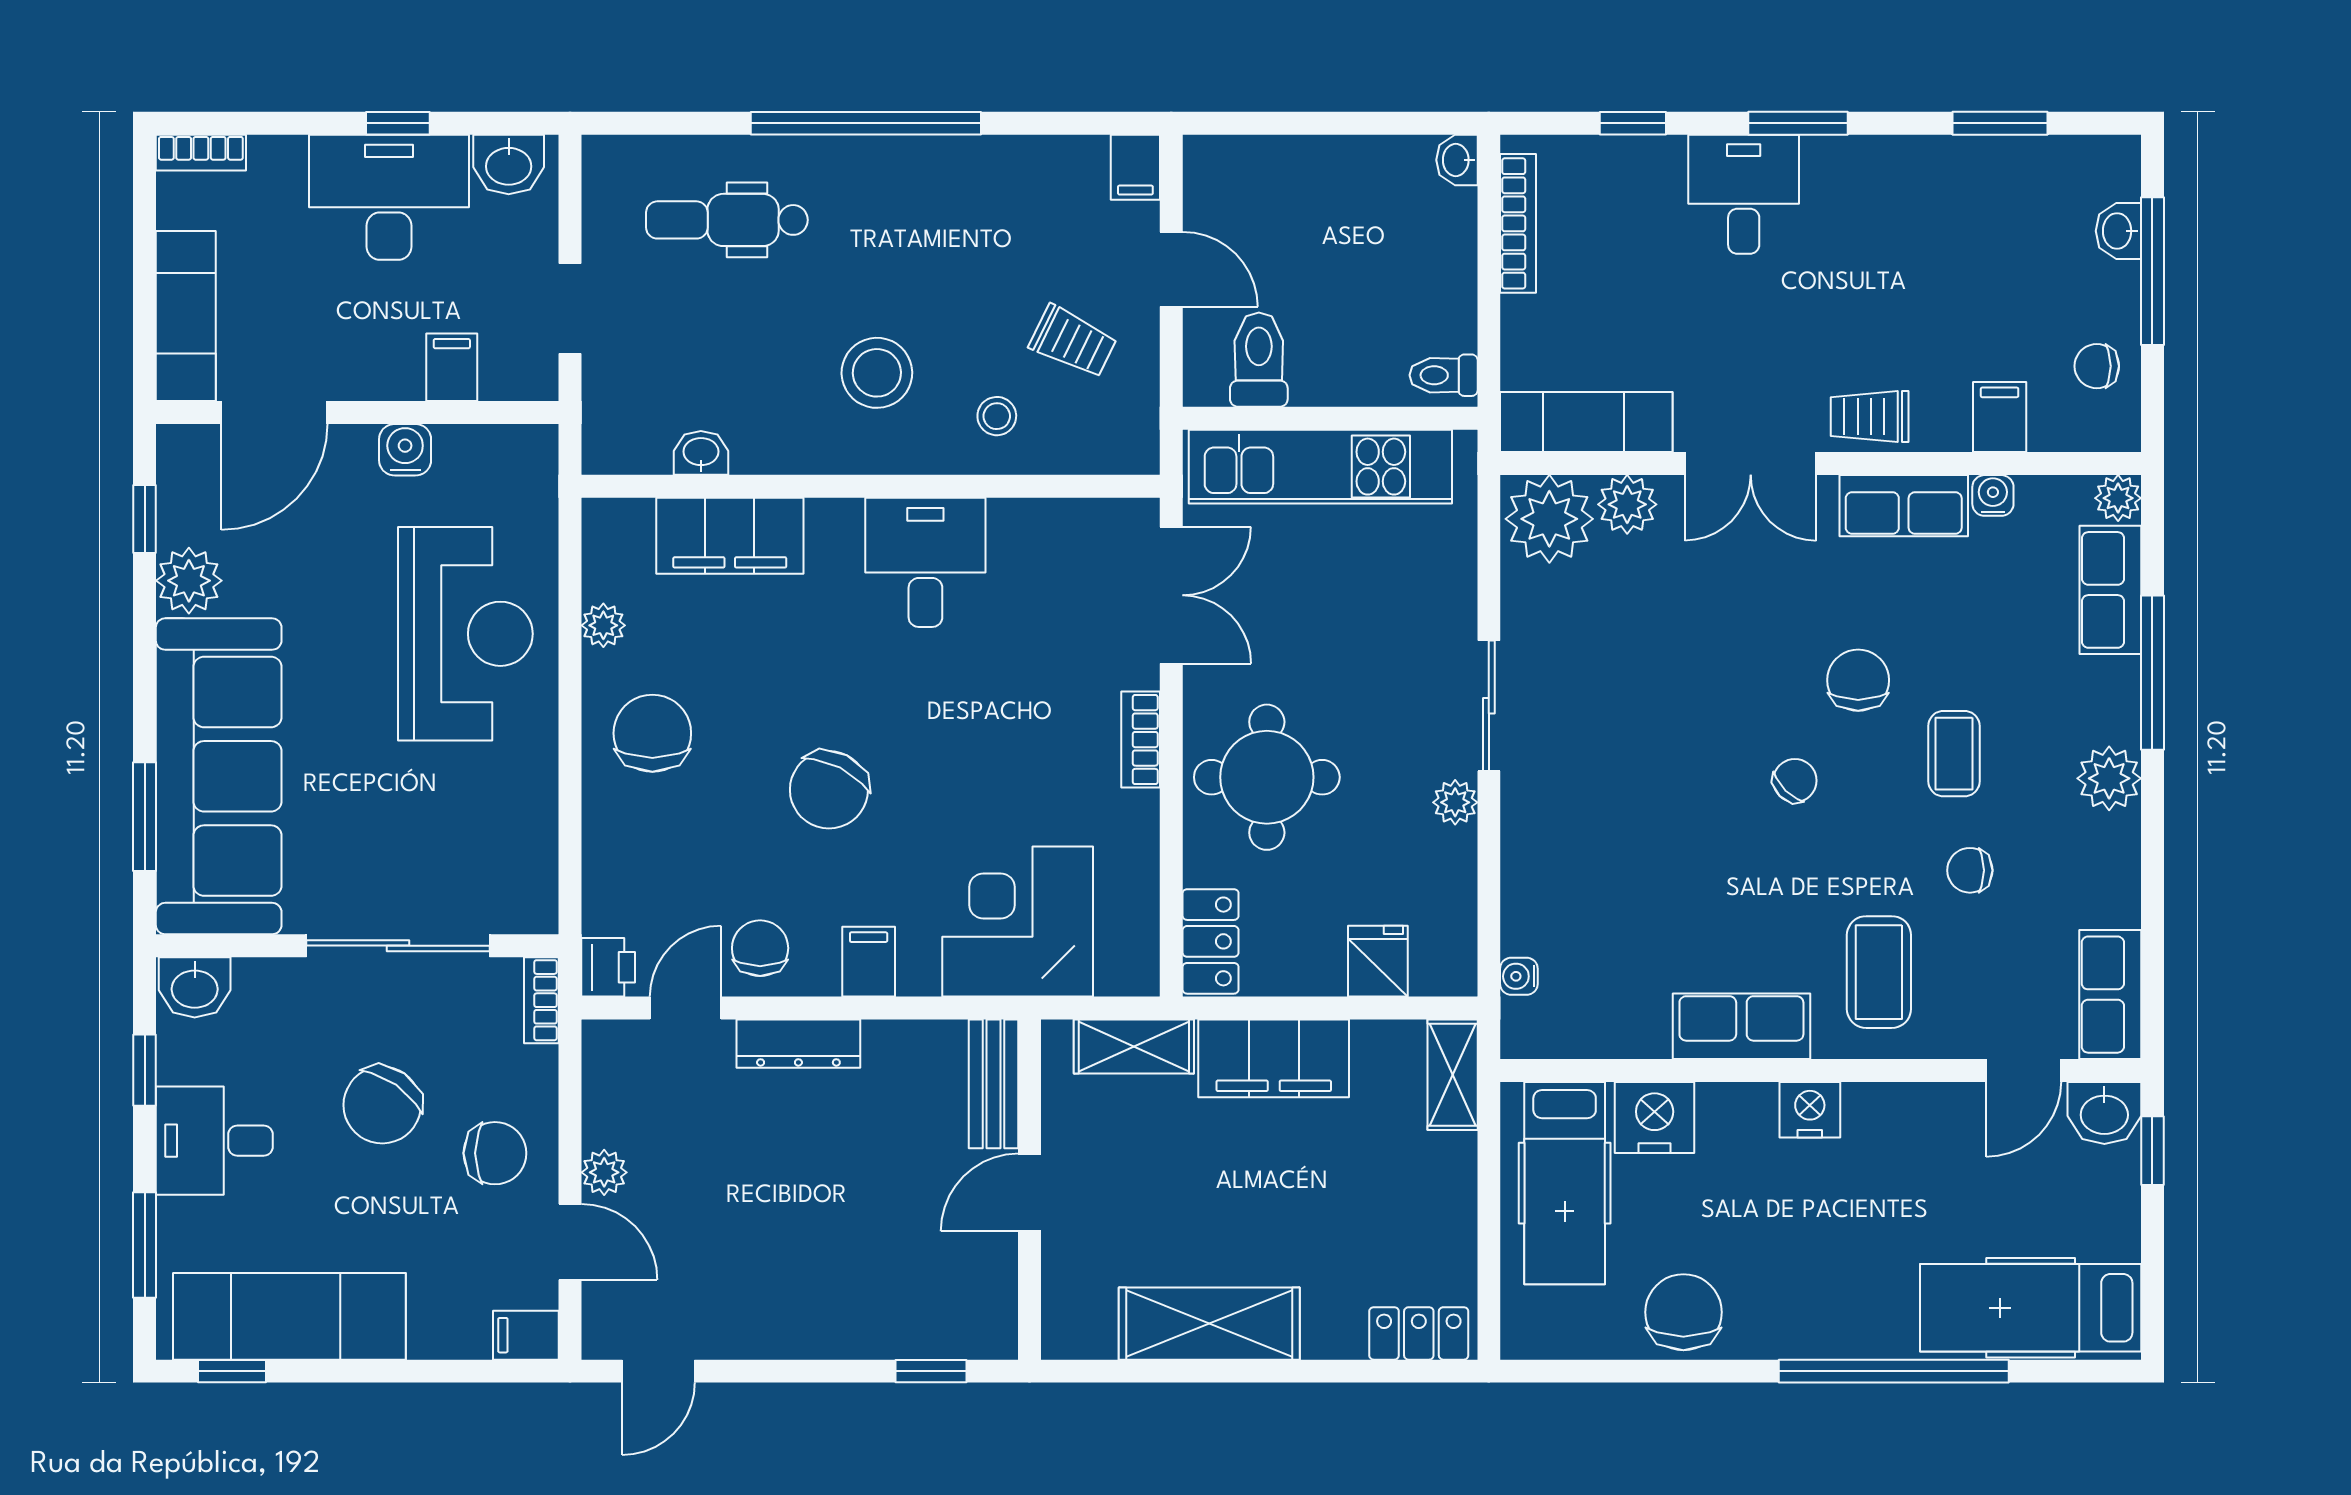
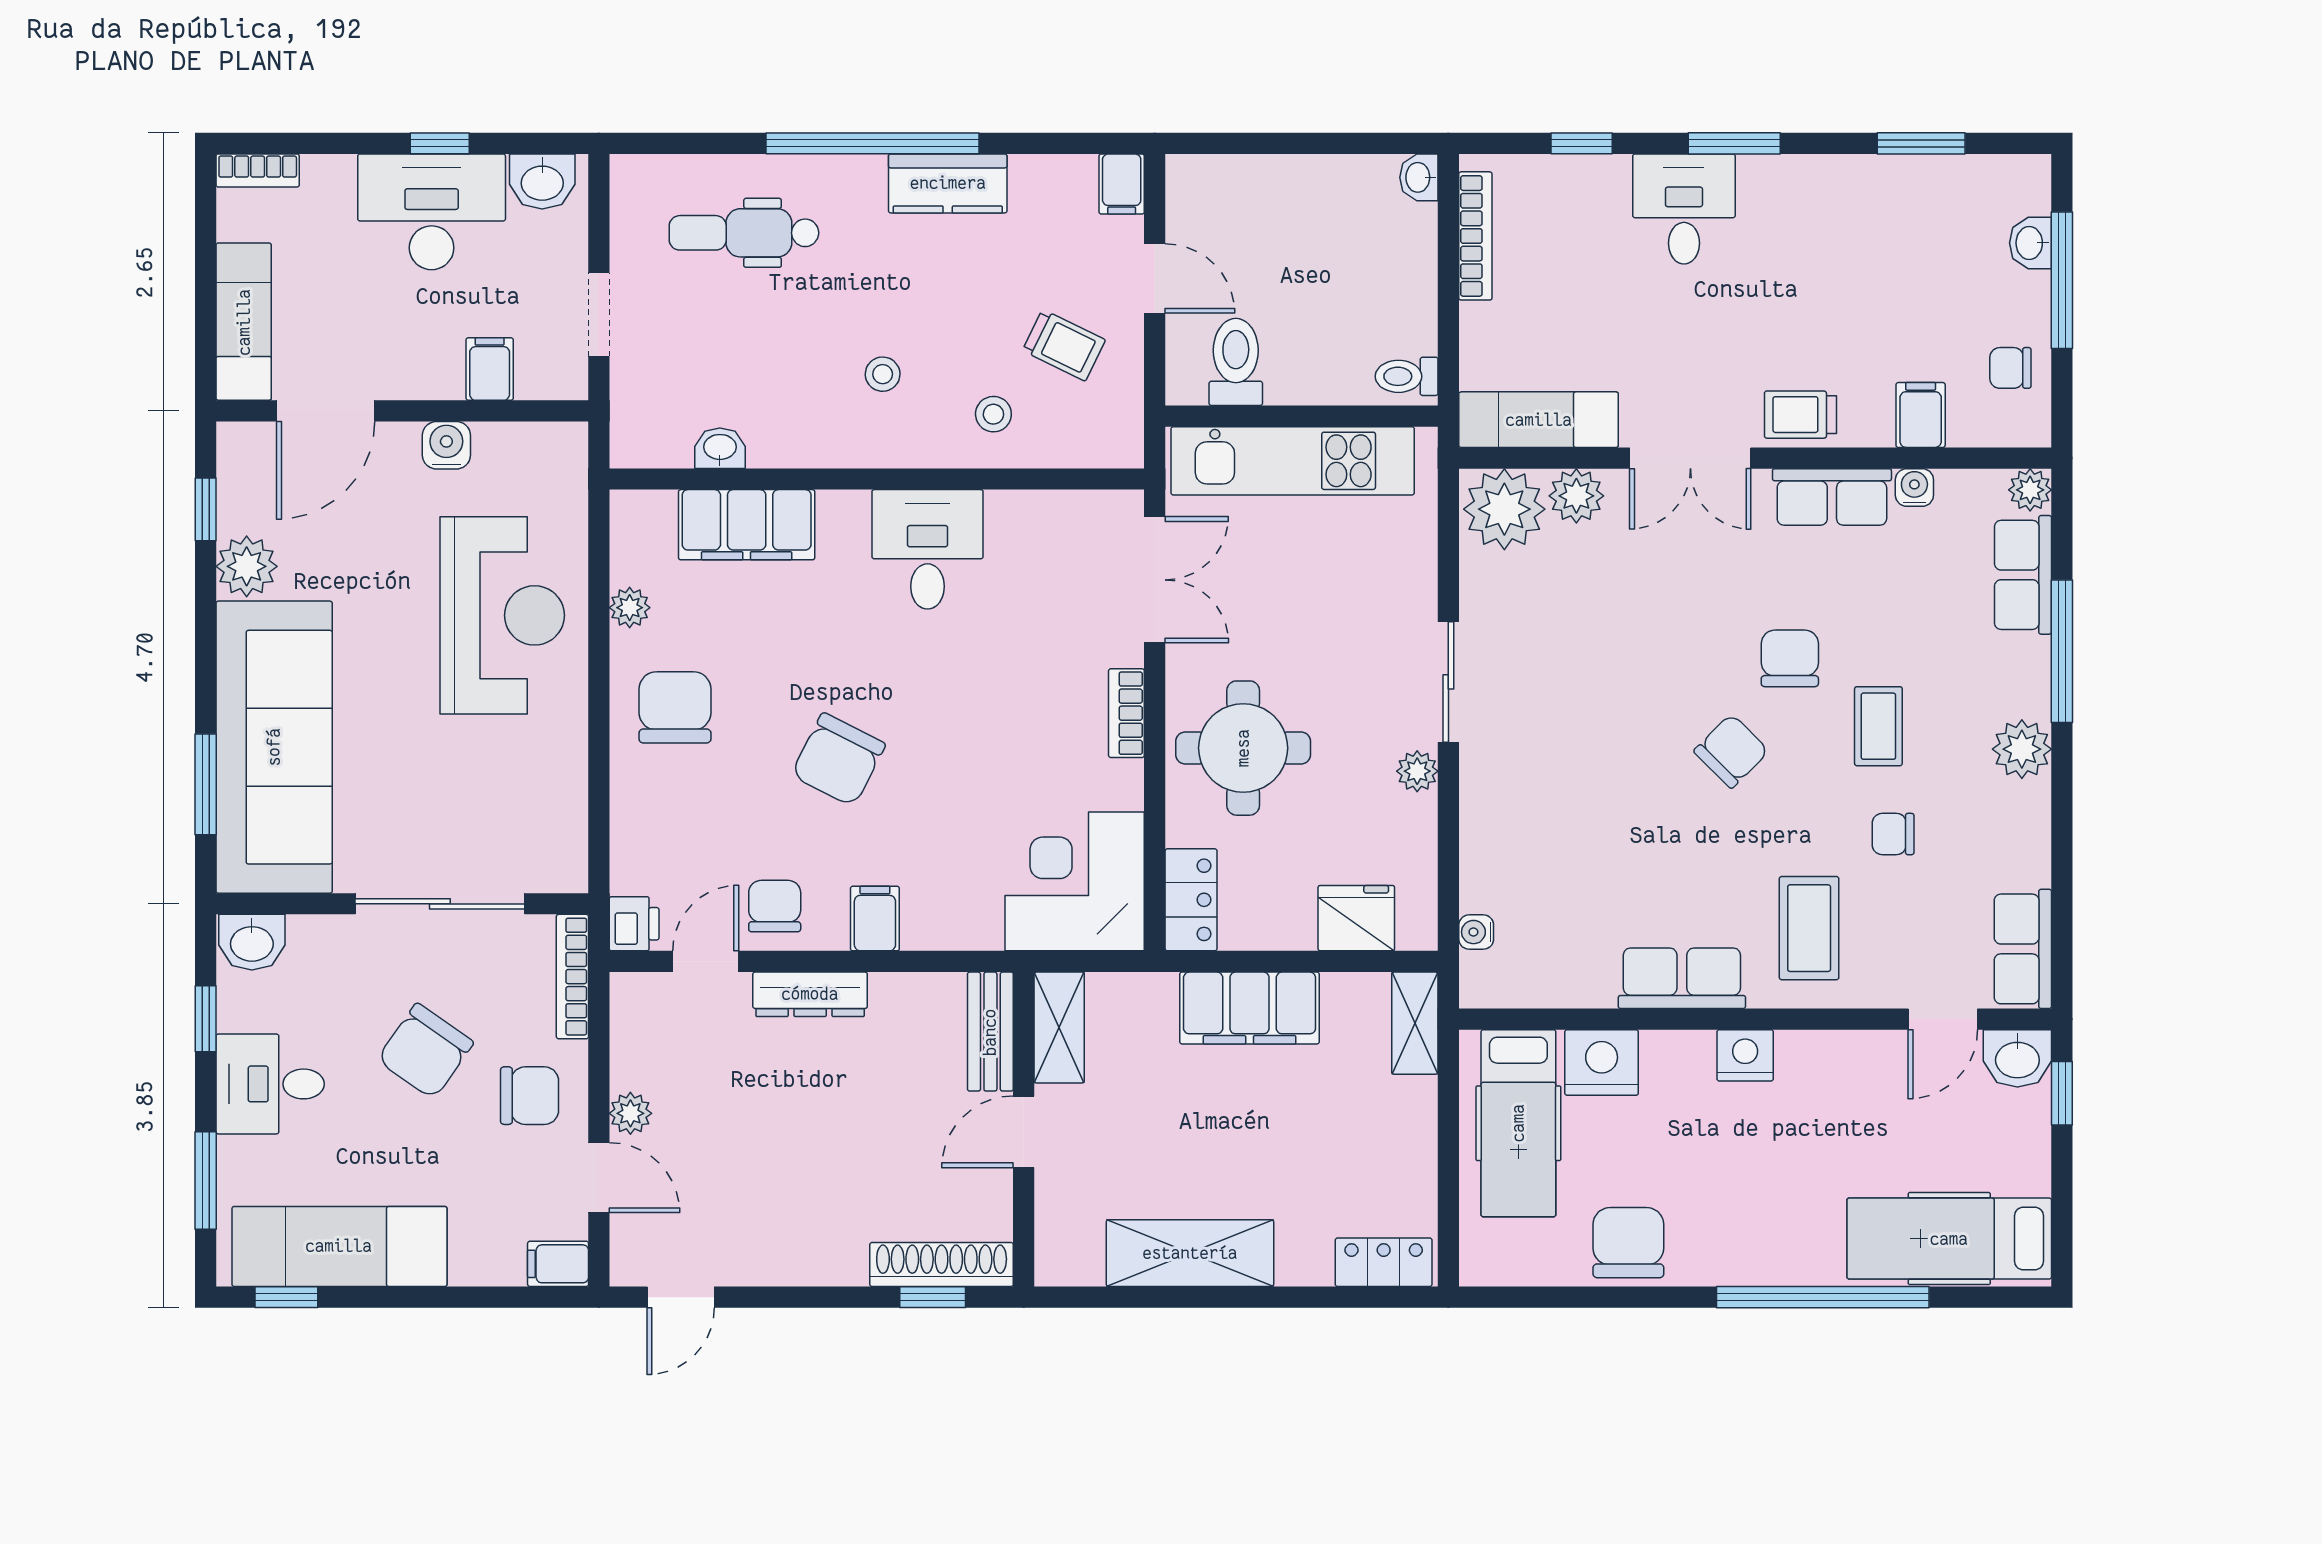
kitchen counter: (947, 167) -> (948, 183), added
stool: (877, 373) -> (883, 374), width x0.53, depth x0.53
chair: (1795, 781) -> (1731, 751), width x1.37, depth x1.37
corner desk: (1018, 922) -> (1075, 881), moved
fridge: (1378, 961) -> (1356, 918), width x1.38
bookcase: (541, 1000) -> (572, 977), width x1.56
shelving: (1134, 1046) -> (1059, 1027), moved, turned 90
shoe rack: (941, 1336) -> (942, 1264), added

